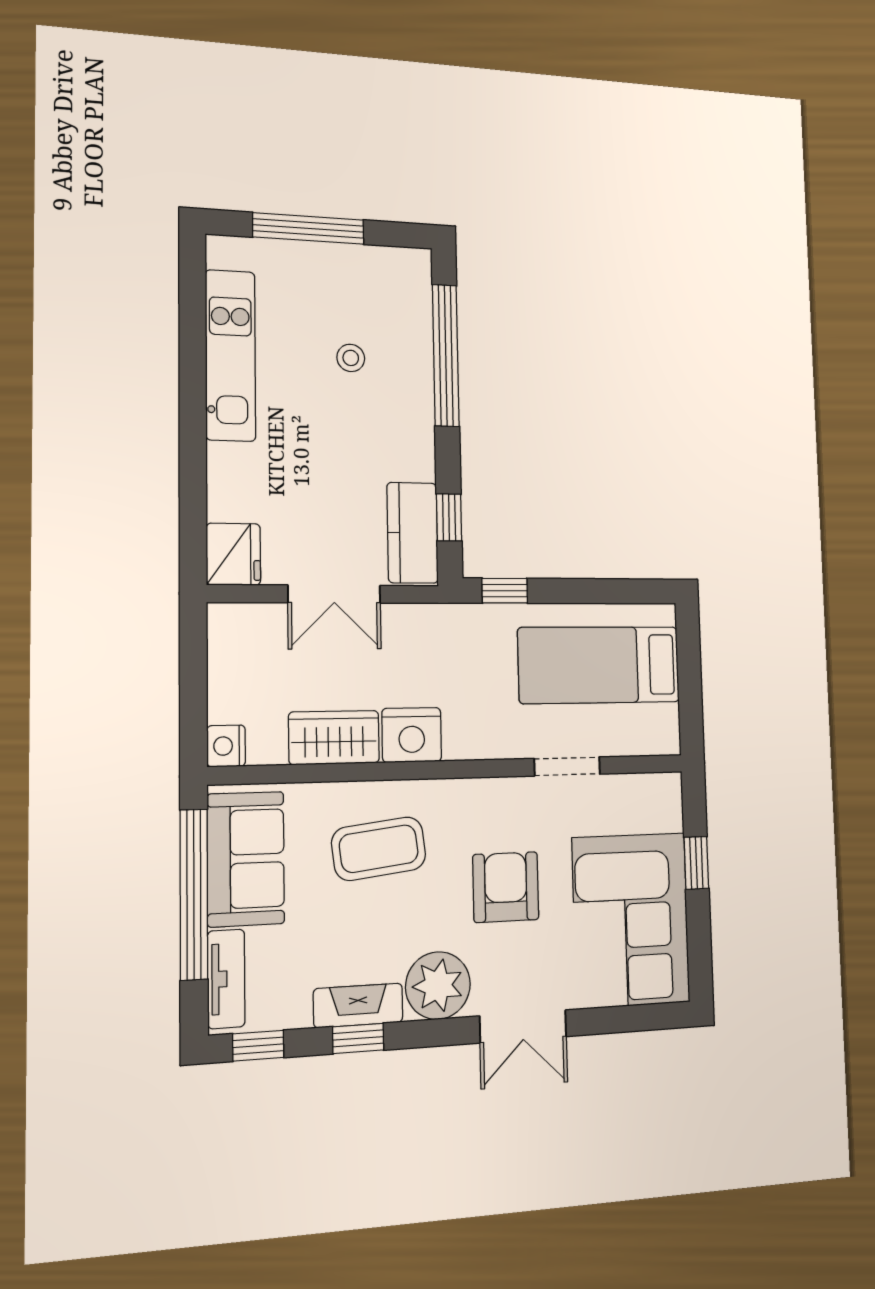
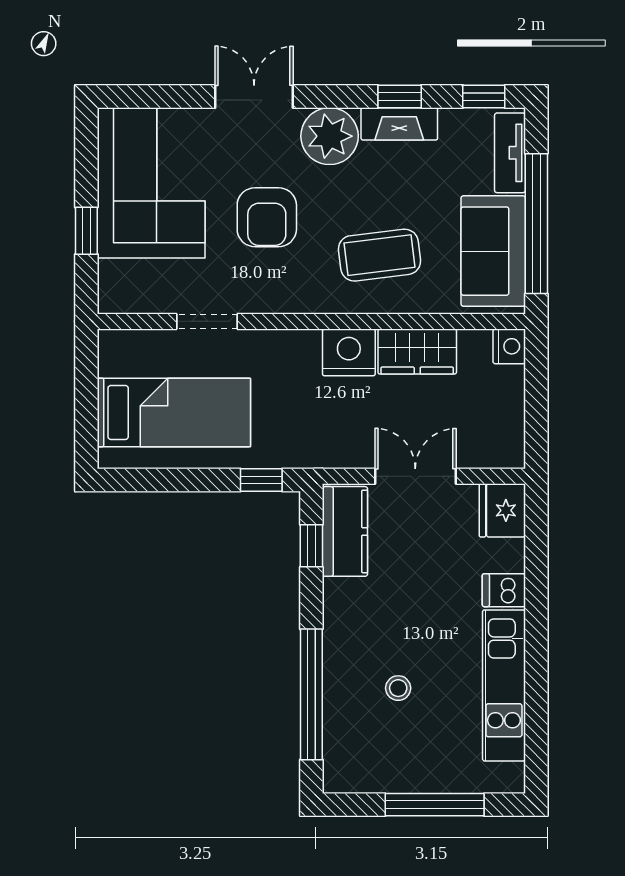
dishwasher: (231, 463) -> (504, 590), added

